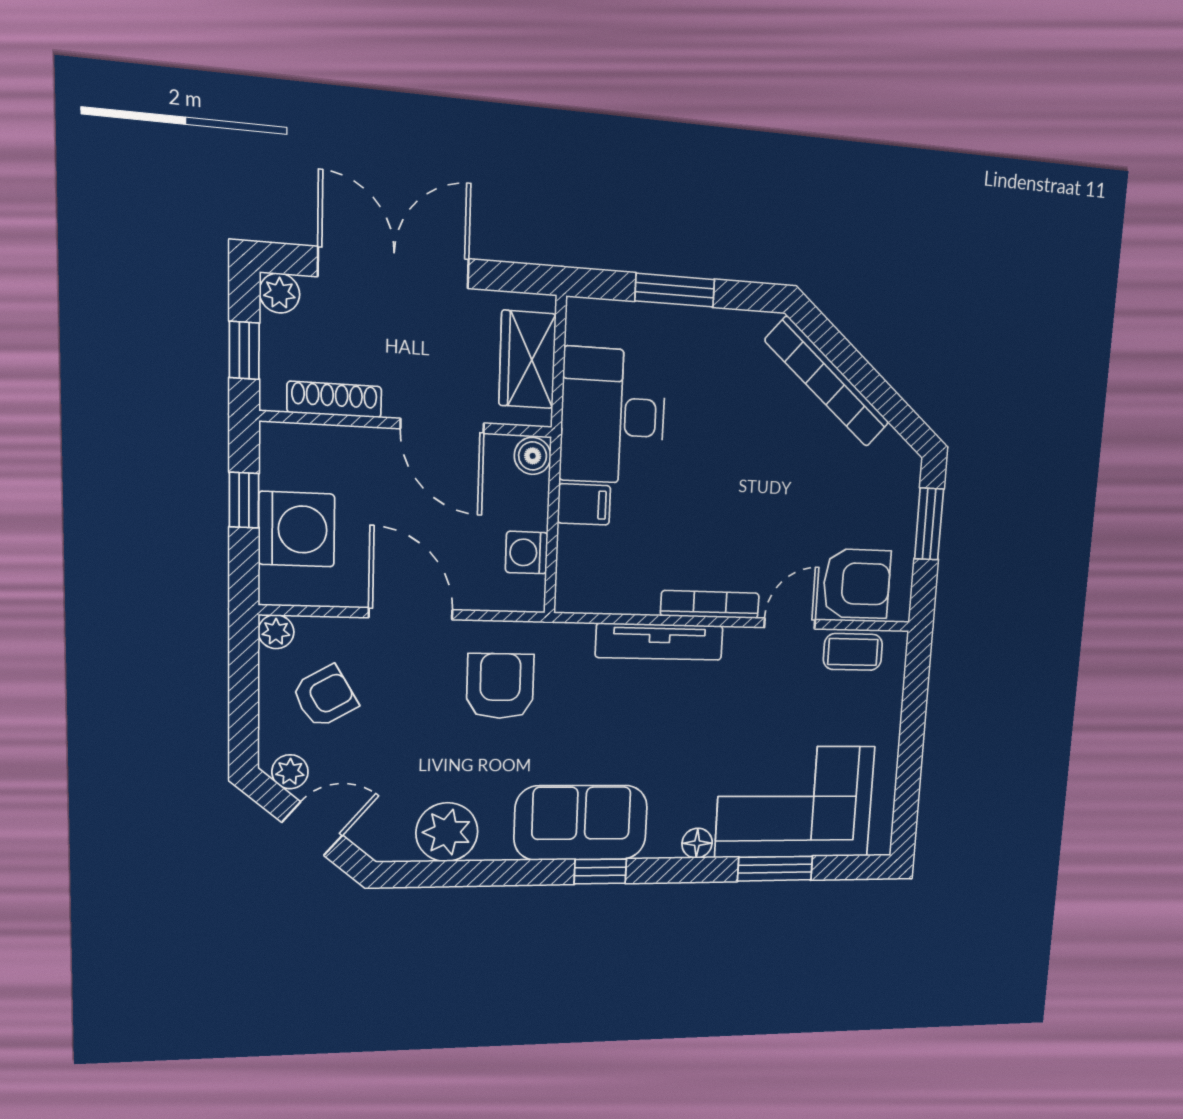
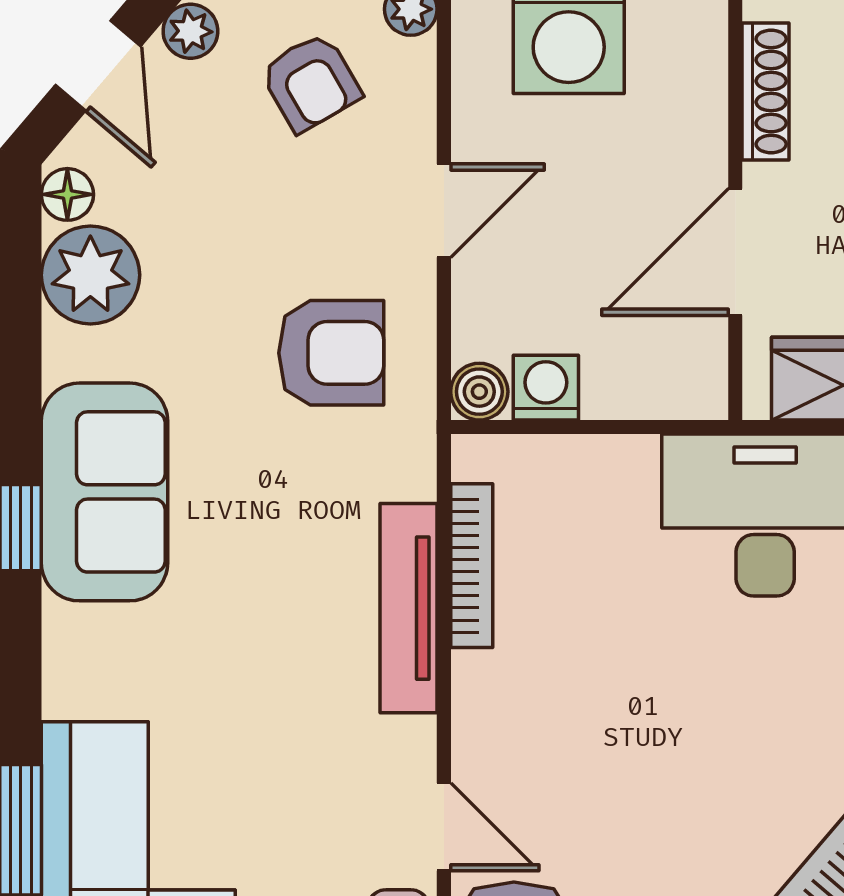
boiler: (533, 456) -> (479, 392), moved
filing cabinet: (584, 504) -> (625, 475), removed
bookcase: (710, 605) -> (472, 566), moved
door: (411, 614) -> (444, 211), width x0.73
floor lamp: (697, 843) -> (67, 194), moved

